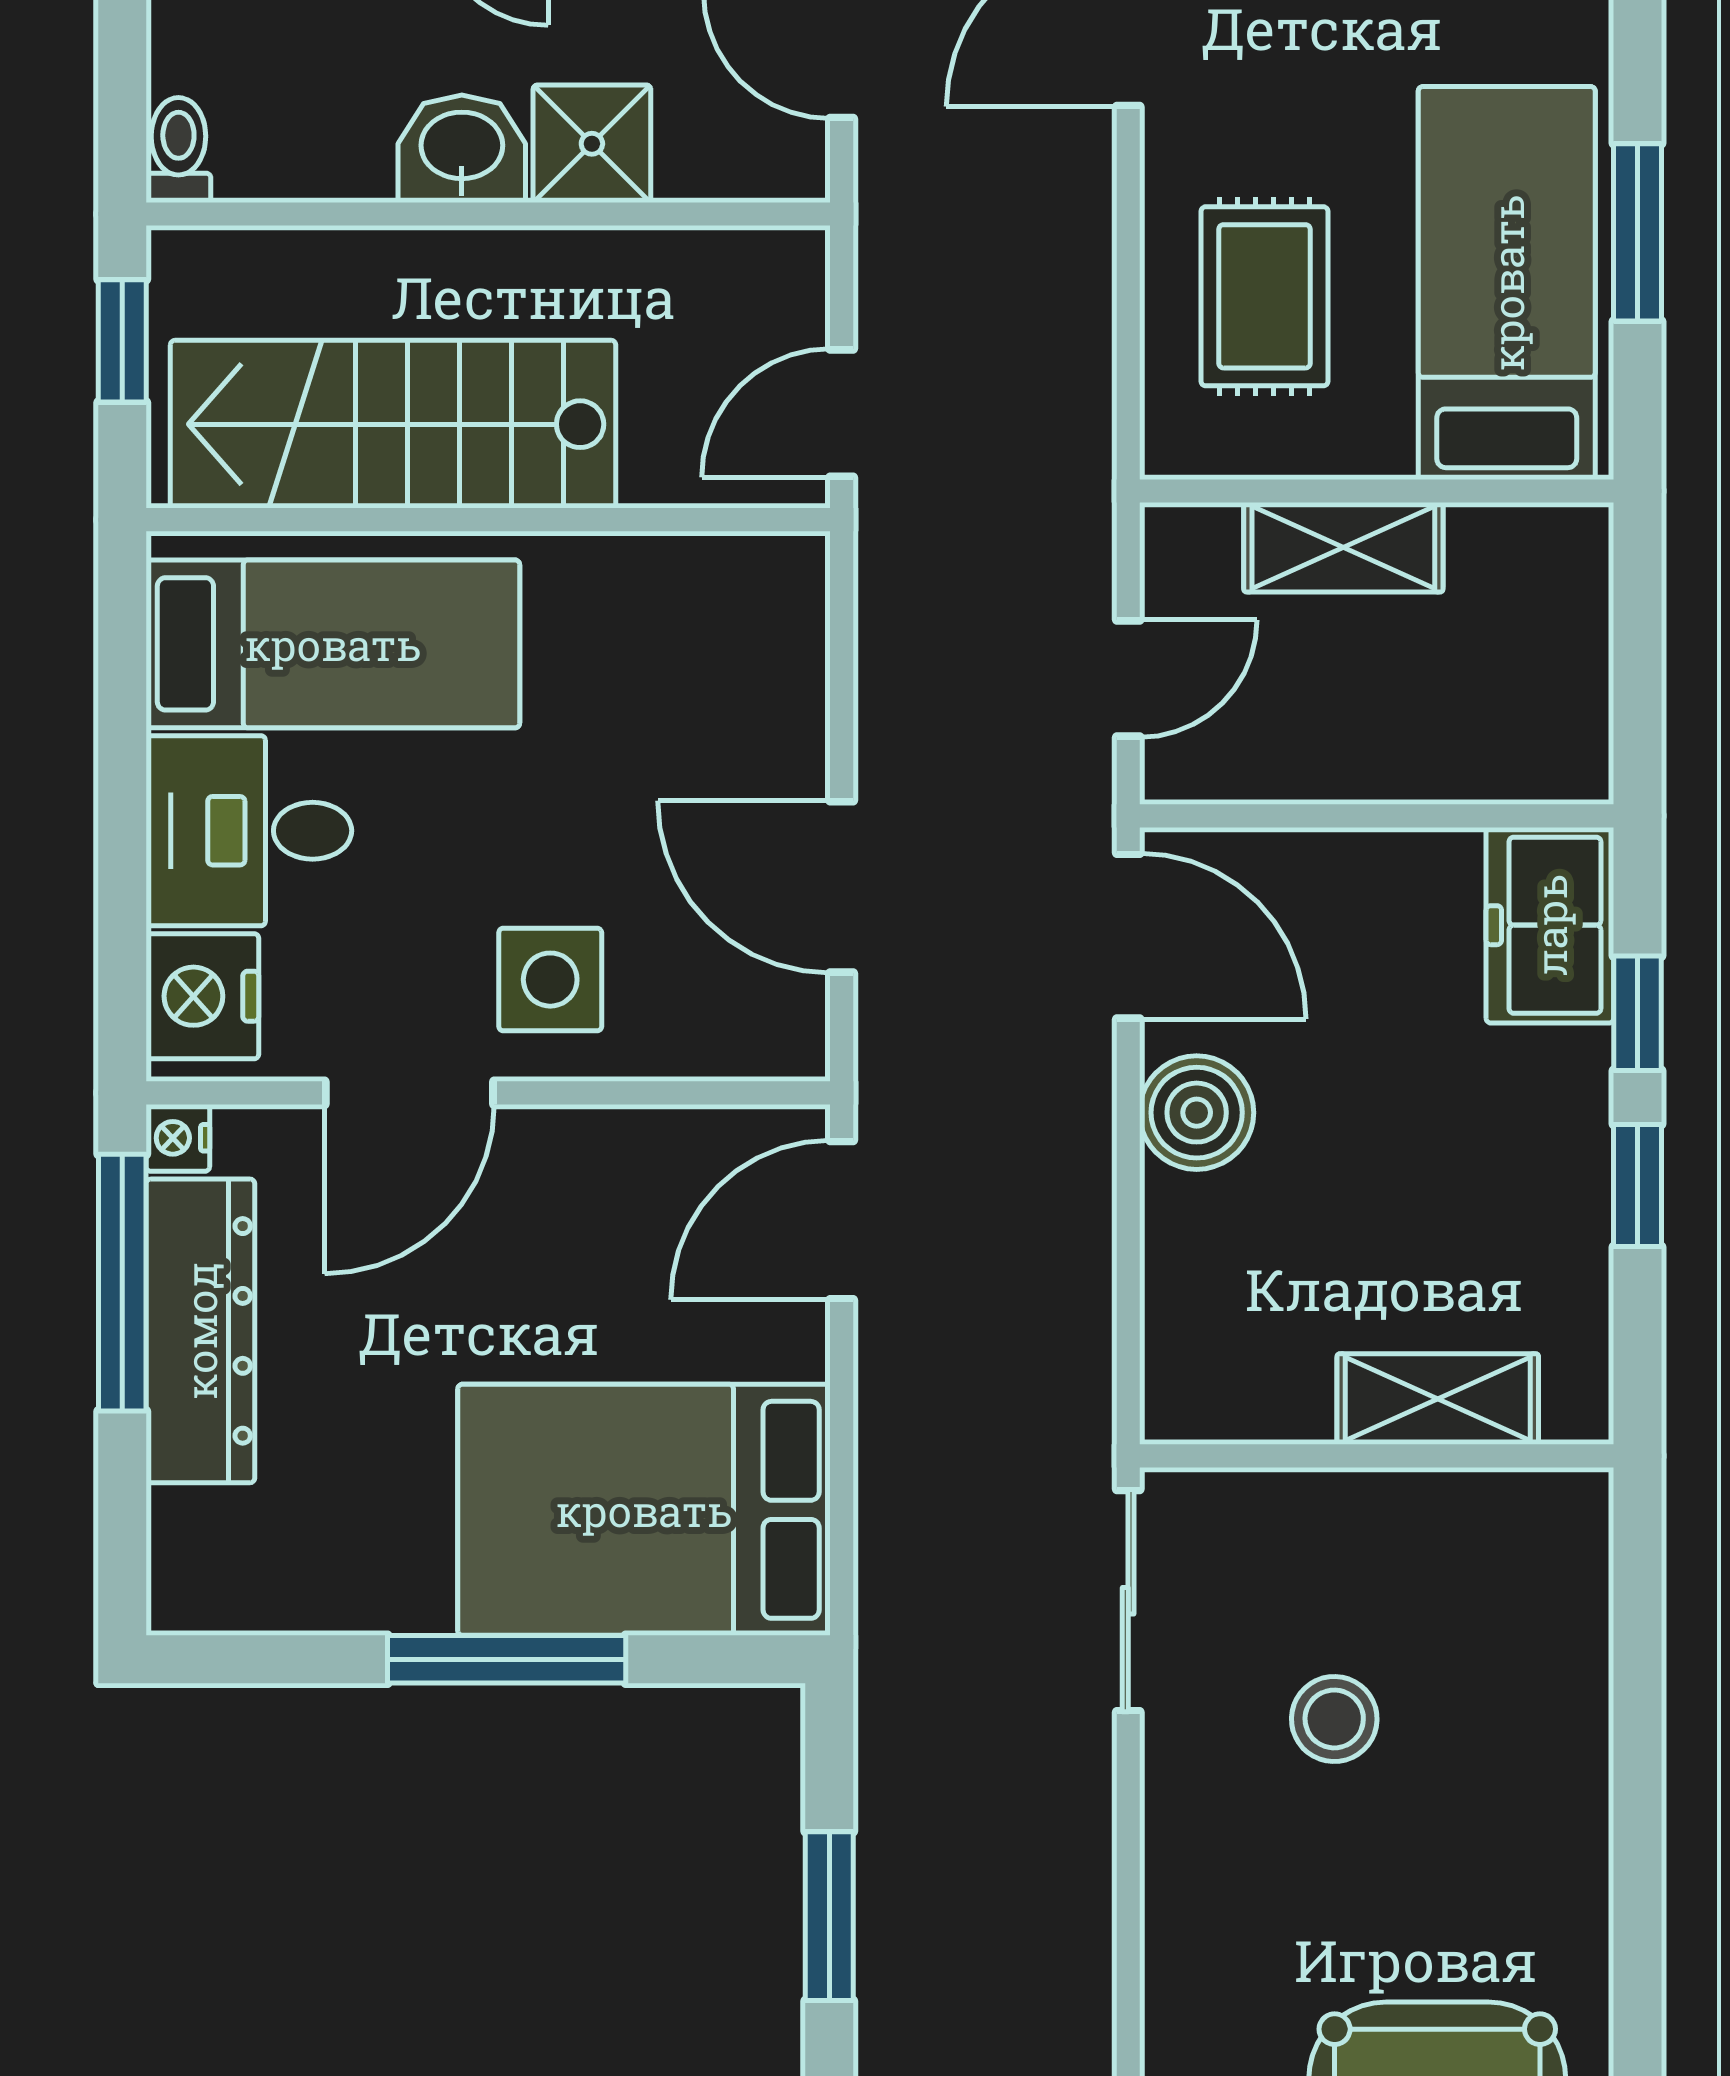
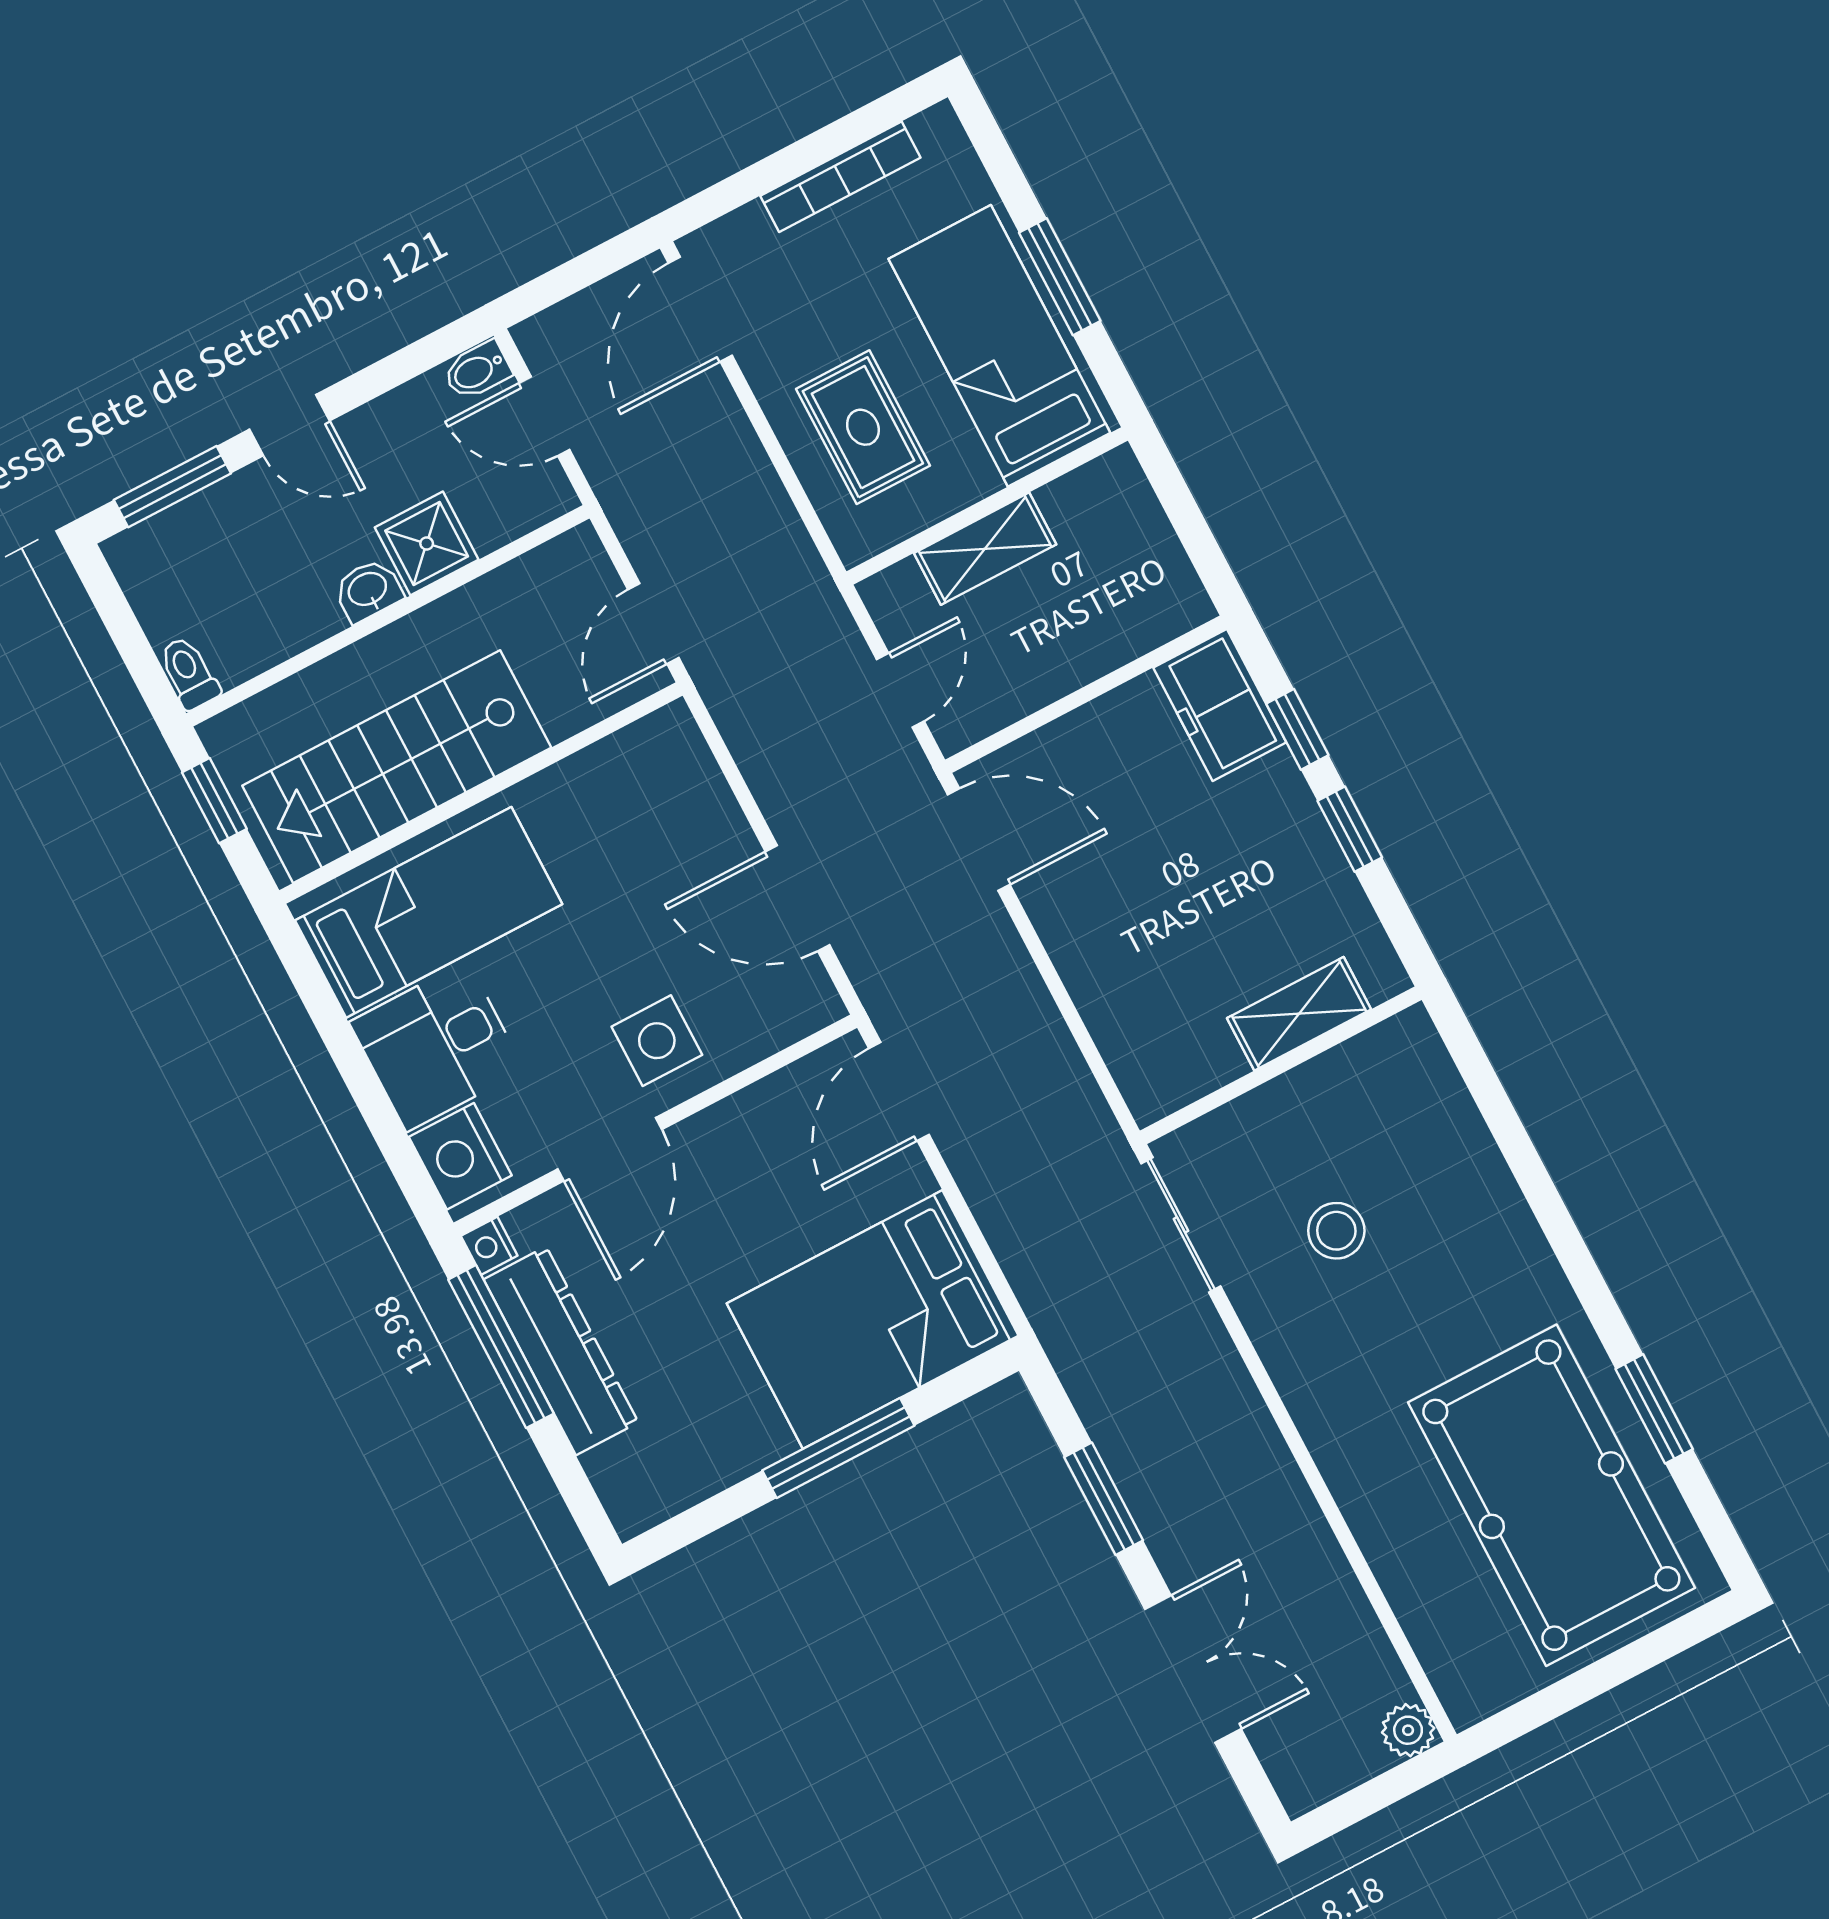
washbasin: (462, 149) -> (368, 590), width x0.72, depth x0.69
boiler: (1197, 1113) -> (1072, 921), removed

